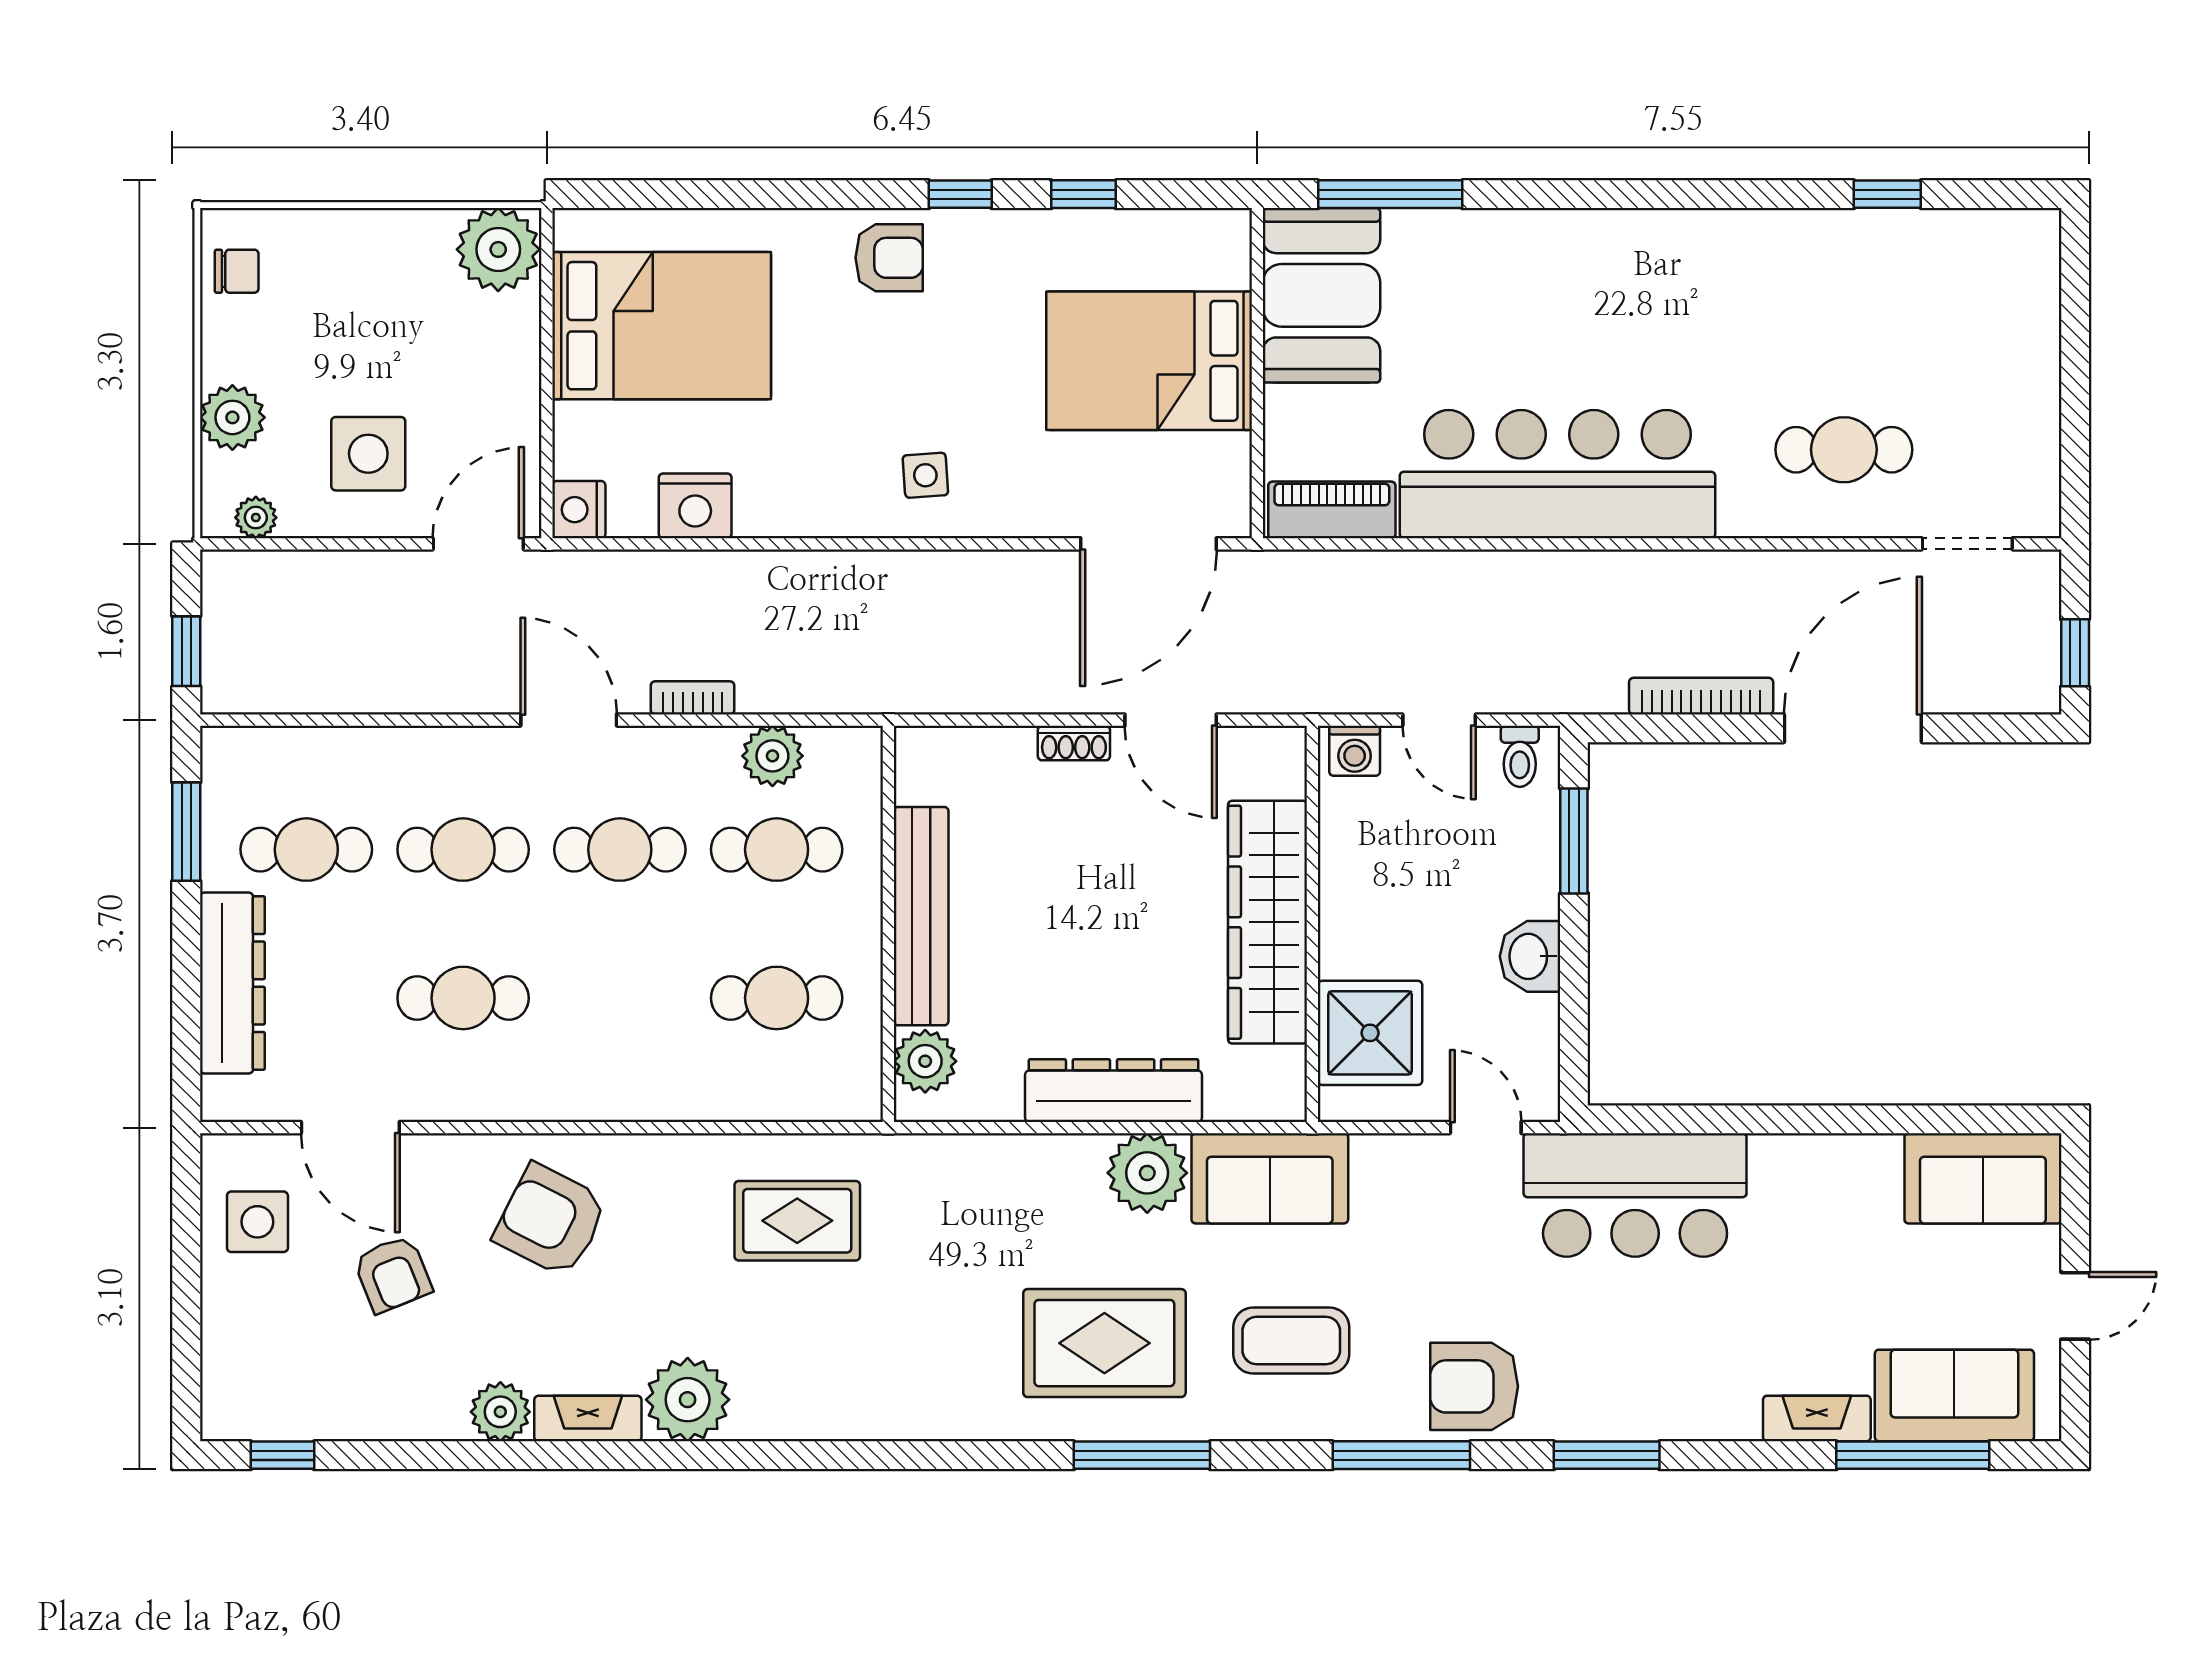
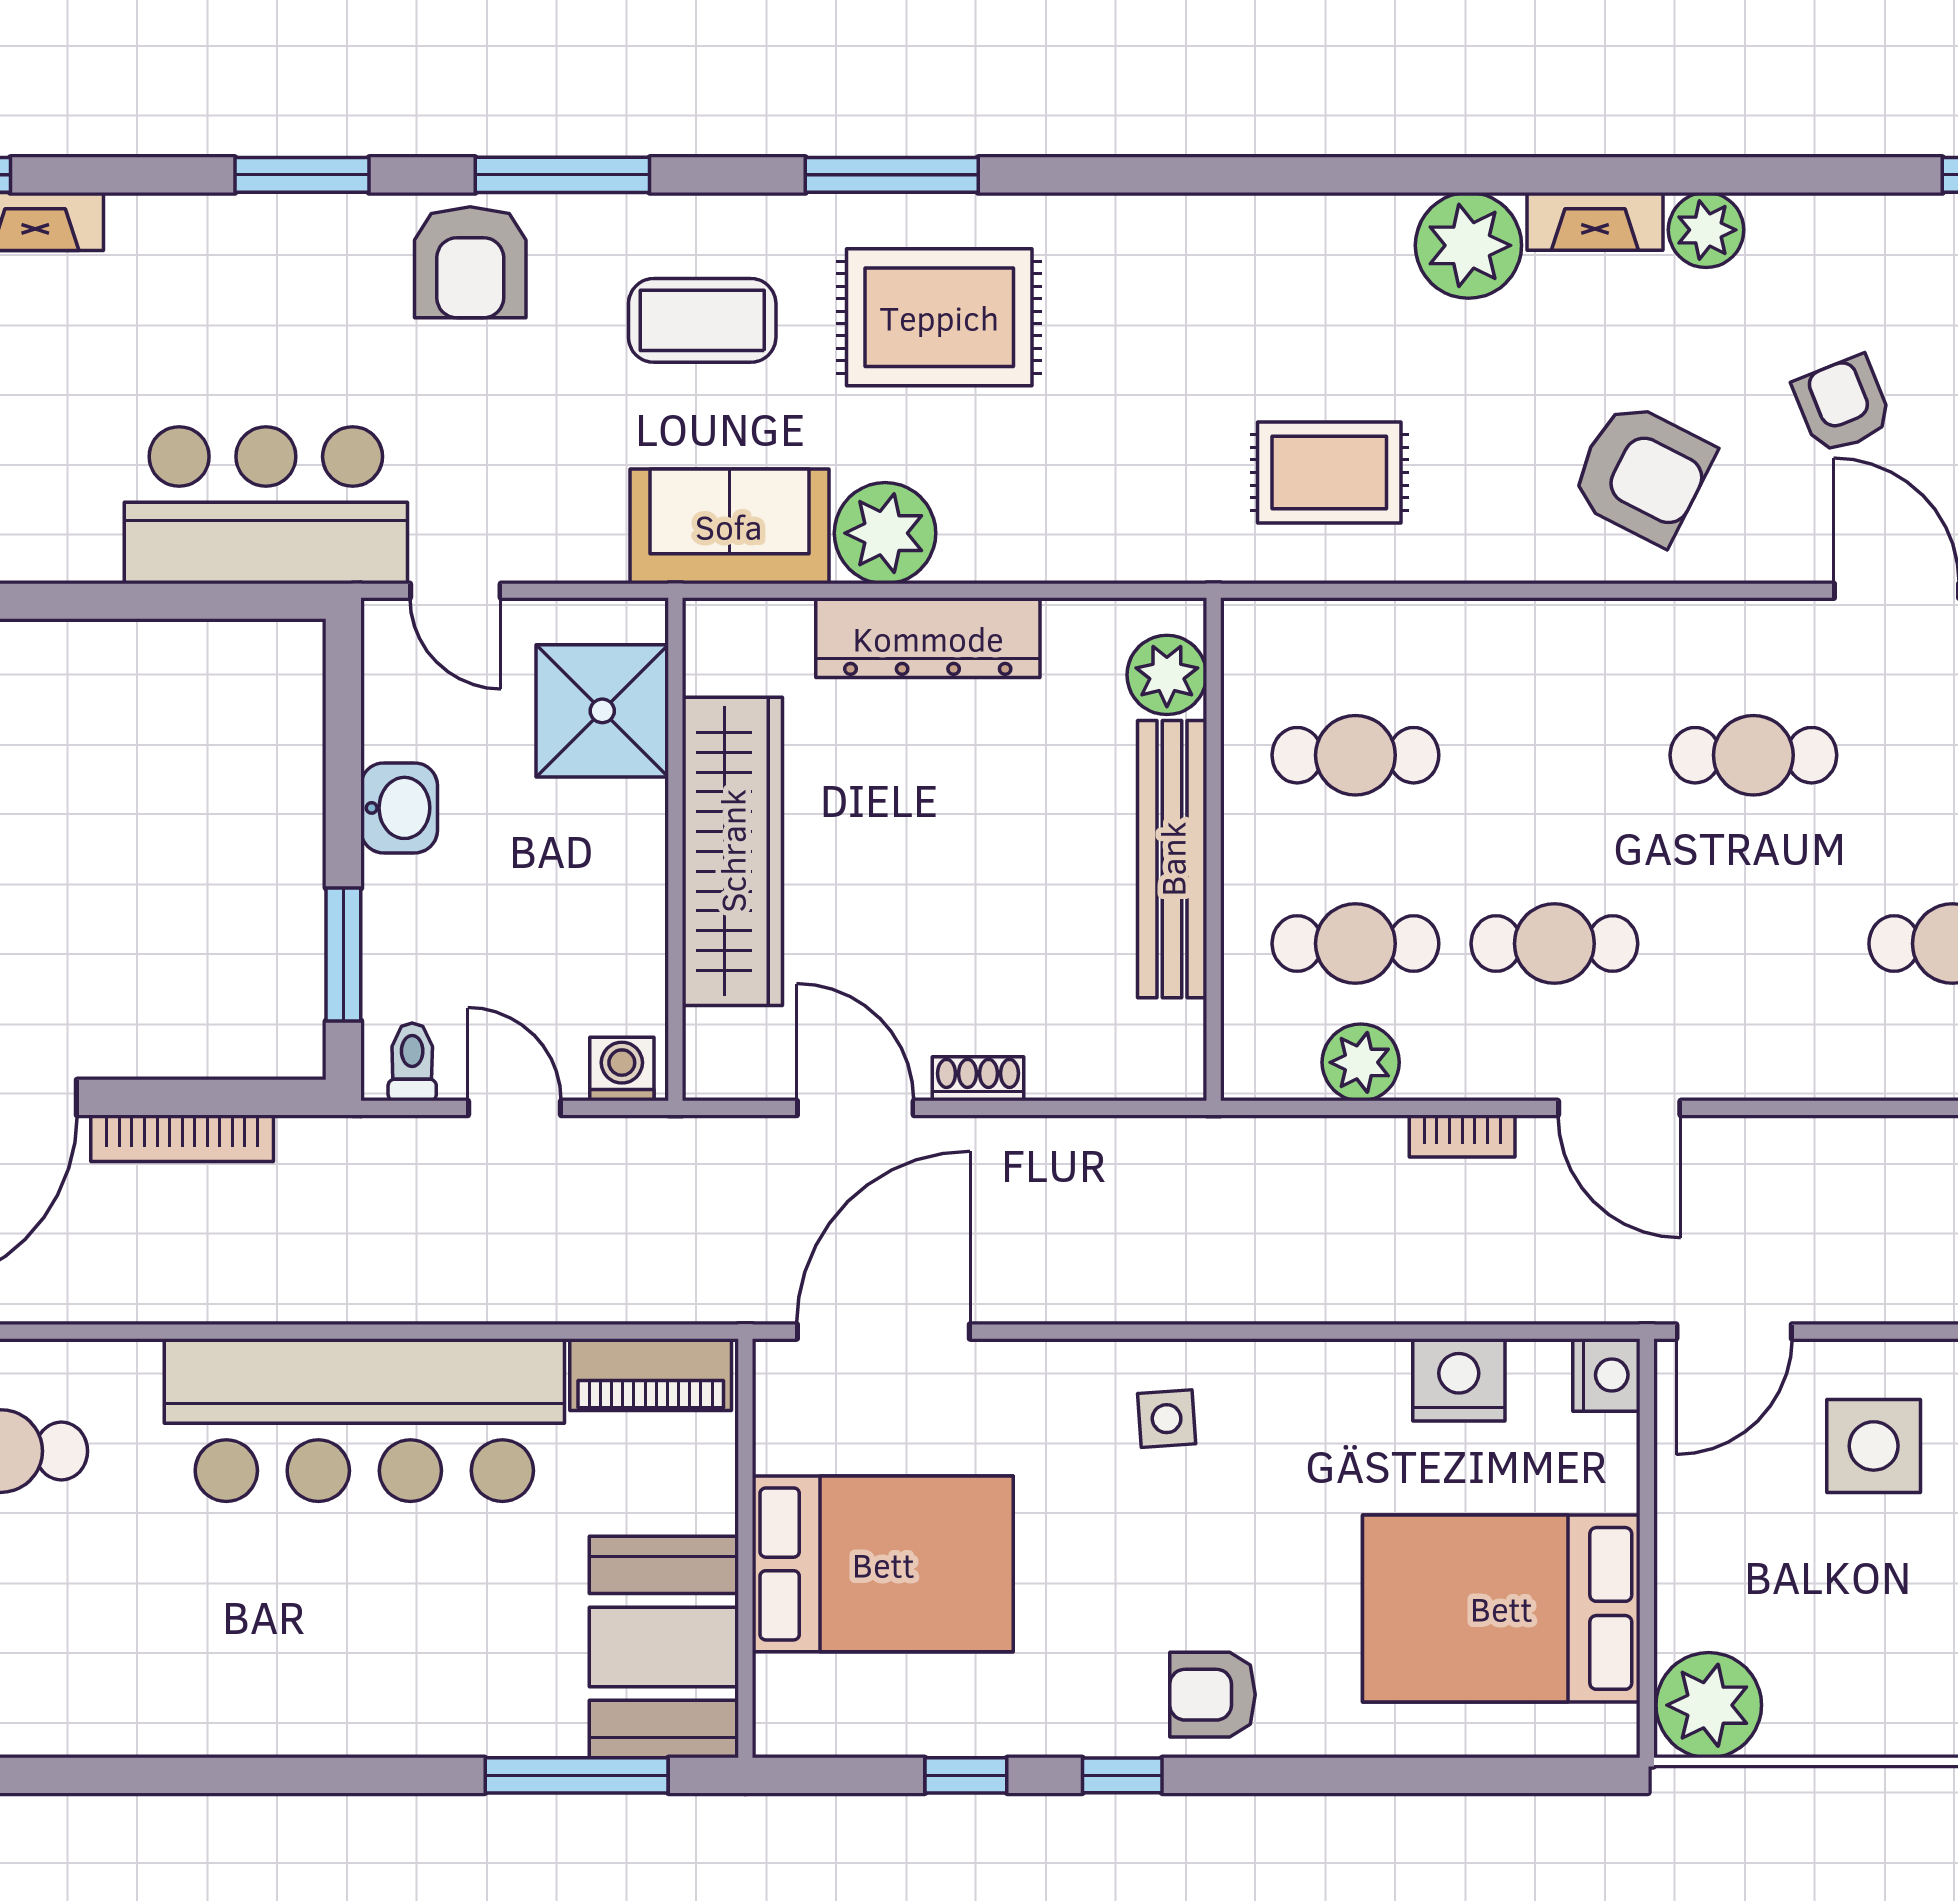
cafe table: (463, 850) -> (1753, 944), removed
armchair: (1474, 1386) -> (470, 262), turned 90

